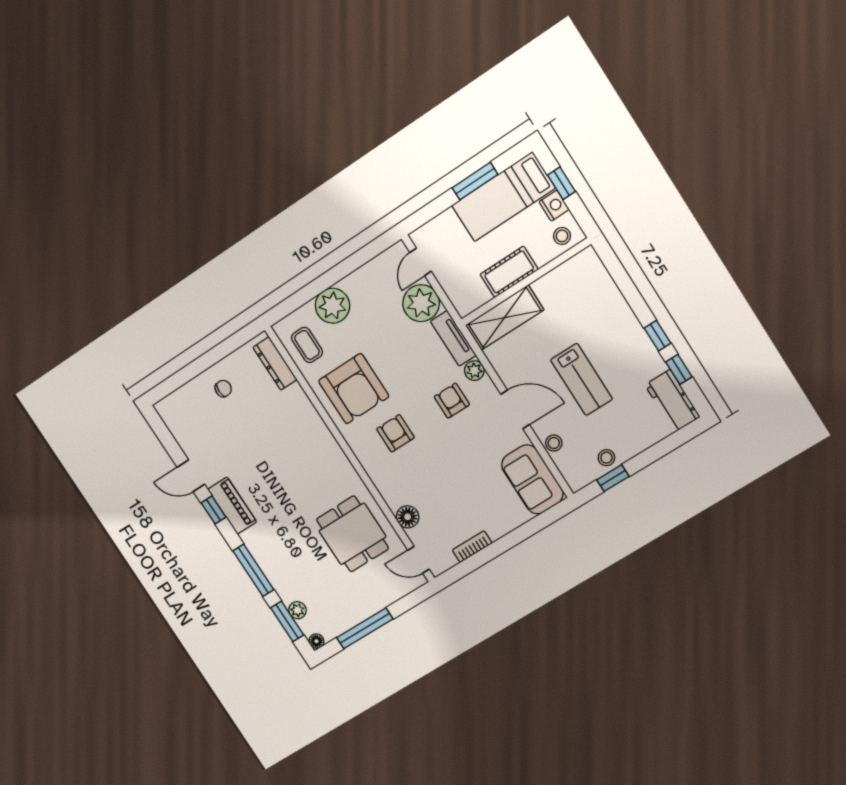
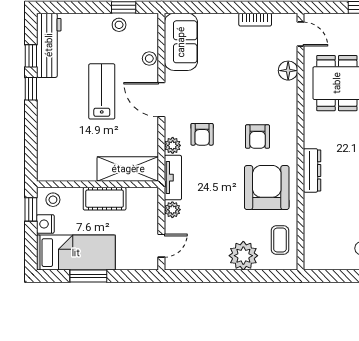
window: (562, 183) -> (31, 209), moved
plant: (421, 303) -> (172, 210), width x0.53, depth x0.53
dresser: (275, 364) -> (312, 170), moved
workbench: (672, 401) -> (49, 45), width x1.37

